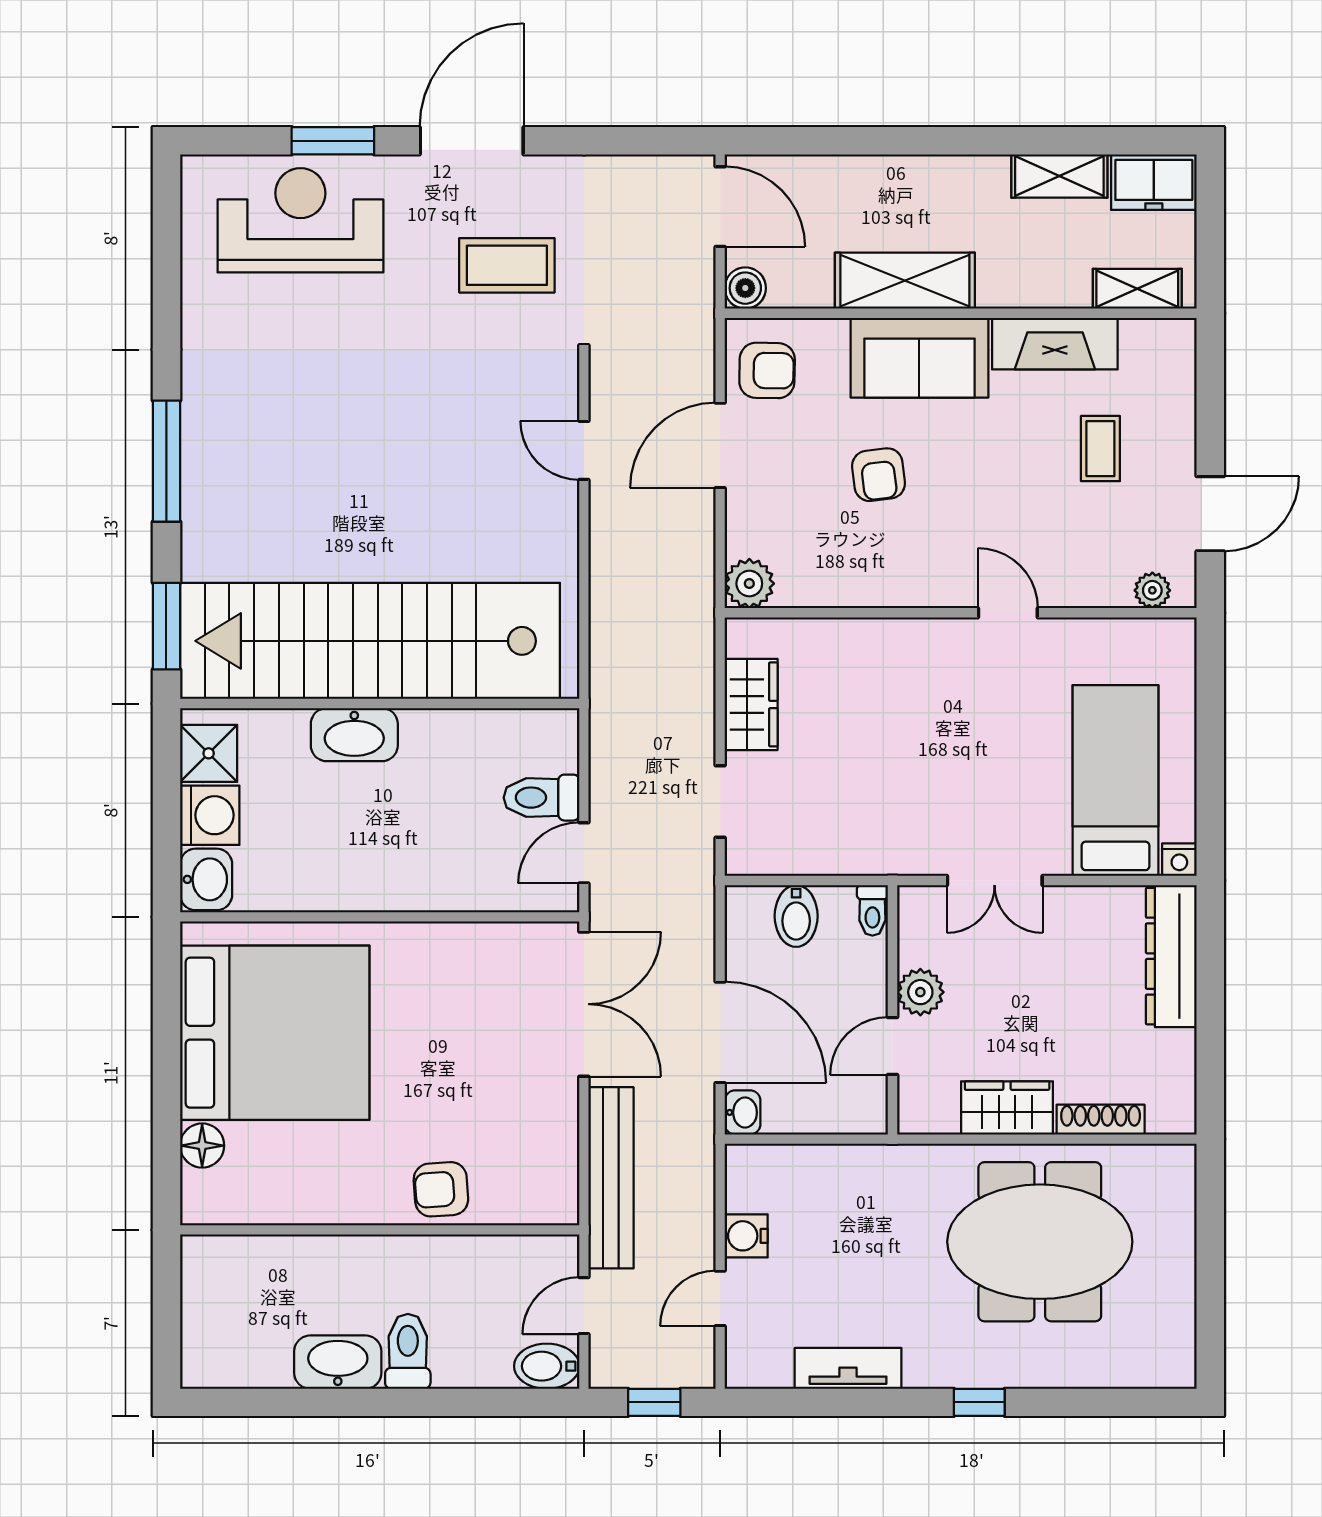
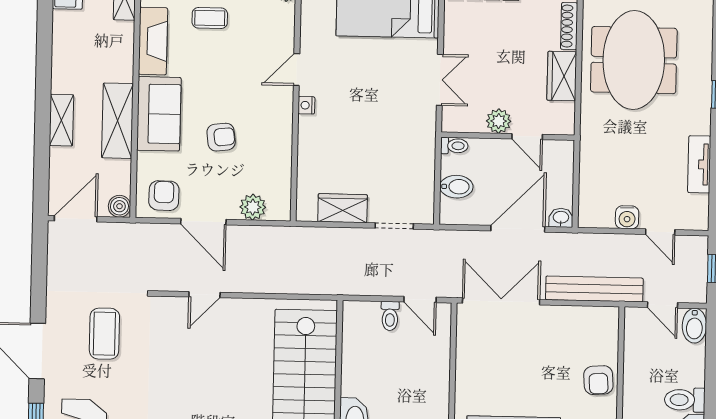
shelving: (1059, 176) -> (61, 120), moved
plant: (749, 584) -> (253, 207), moved
nightstand: (942, 633) -> (306, 105), added
toilet: (542, 798) -> (390, 316), width x0.73, depth x0.72

